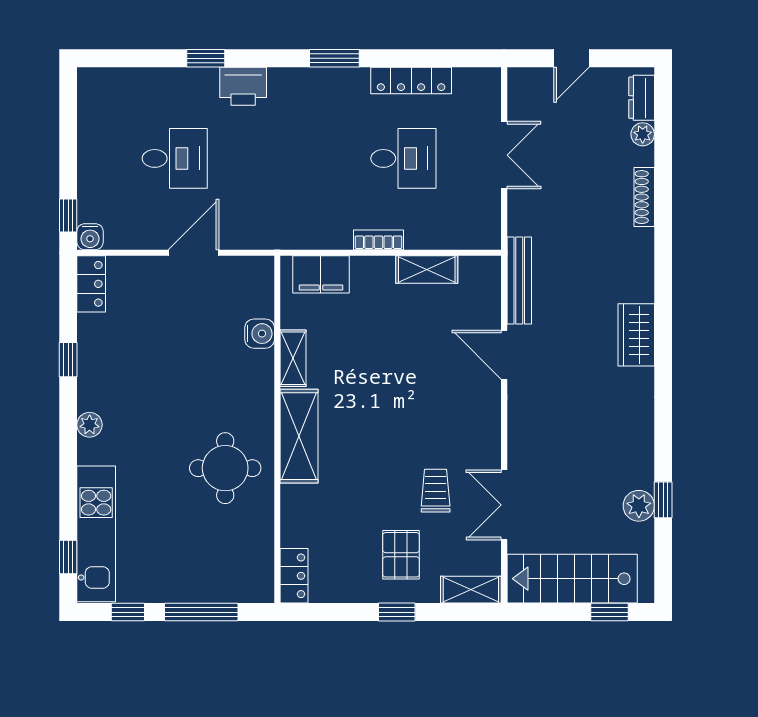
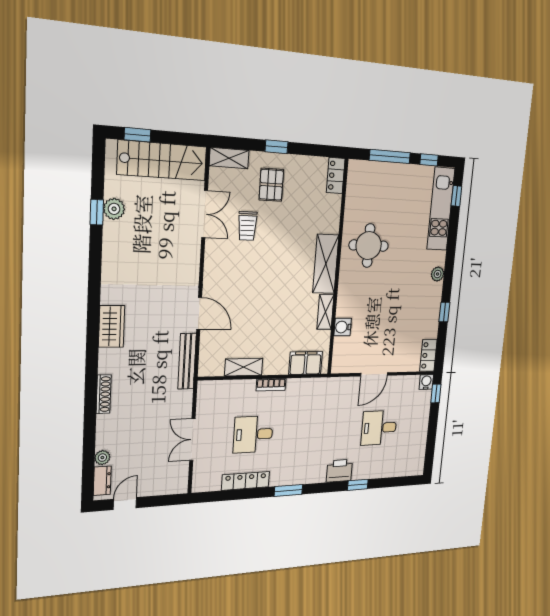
door: (571, 58) -> (125, 504), moved
shoe rack: (644, 197) -> (104, 394), moved

